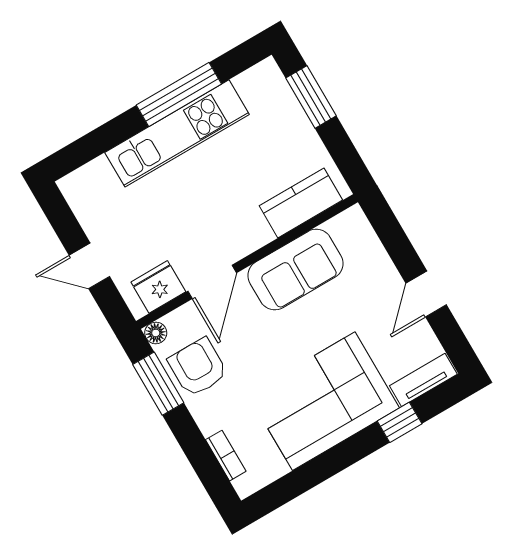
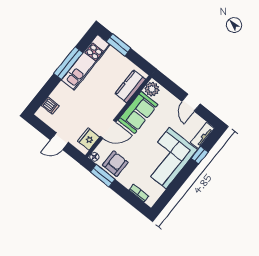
kitchen unit: (177, 133) -> (86, 62), moved
dishwasher: (100, 176) -> (50, 106), added
plant: (348, 228) -> (152, 89), added
door: (212, 282) -> (108, 129), hinge flipped
armchair: (198, 367) -> (115, 164), turned 90

